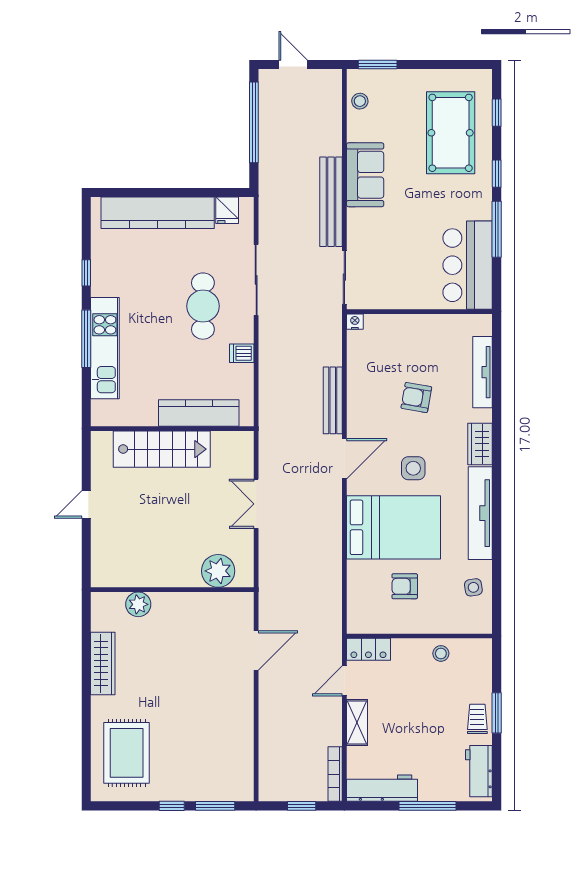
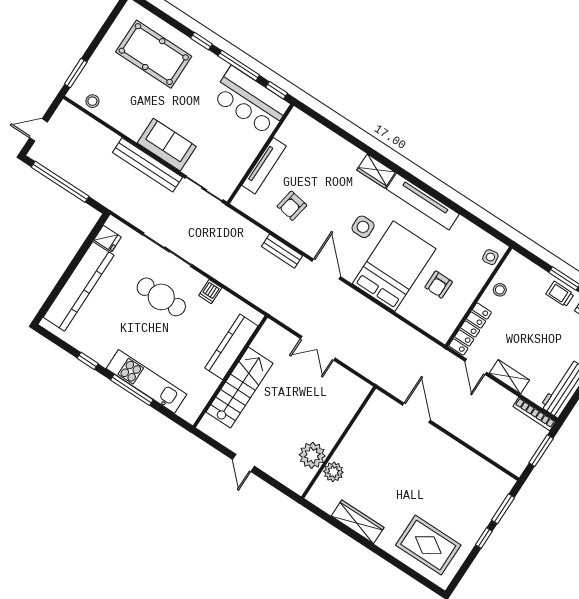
window: (497, 113) -> (277, 90), moved
sofa: (365, 175) -> (167, 145), moved
nightstand: (355, 322) -> (239, 202), removed
tv unit: (483, 372) -> (264, 166), moved, turned -90
armchair: (416, 398) -> (292, 206), moved
bench: (333, 400) -> (282, 251), width x0.73
plant: (218, 571) -> (312, 455), moved
side table: (473, 587) -> (490, 257), moved
locker: (368, 649) -> (470, 329), width x1.53
window: (302, 806) -> (541, 451), width x1.50

